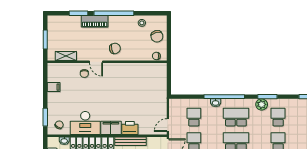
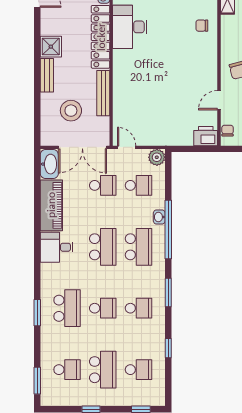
door: (96, 62) -> (219, 100), moved
plant: (262, 104) -> (157, 157), moved
filing cabinet: (111, 128) -> (123, 64), removed
printer: (130, 128) -> (206, 136), moved, turned -90

